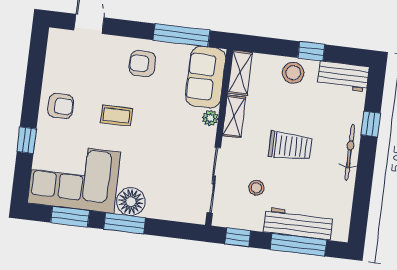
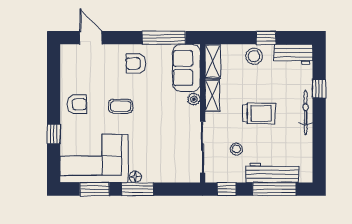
floor lamp: (131, 202) -> (135, 177), width x0.53, depth x0.53

